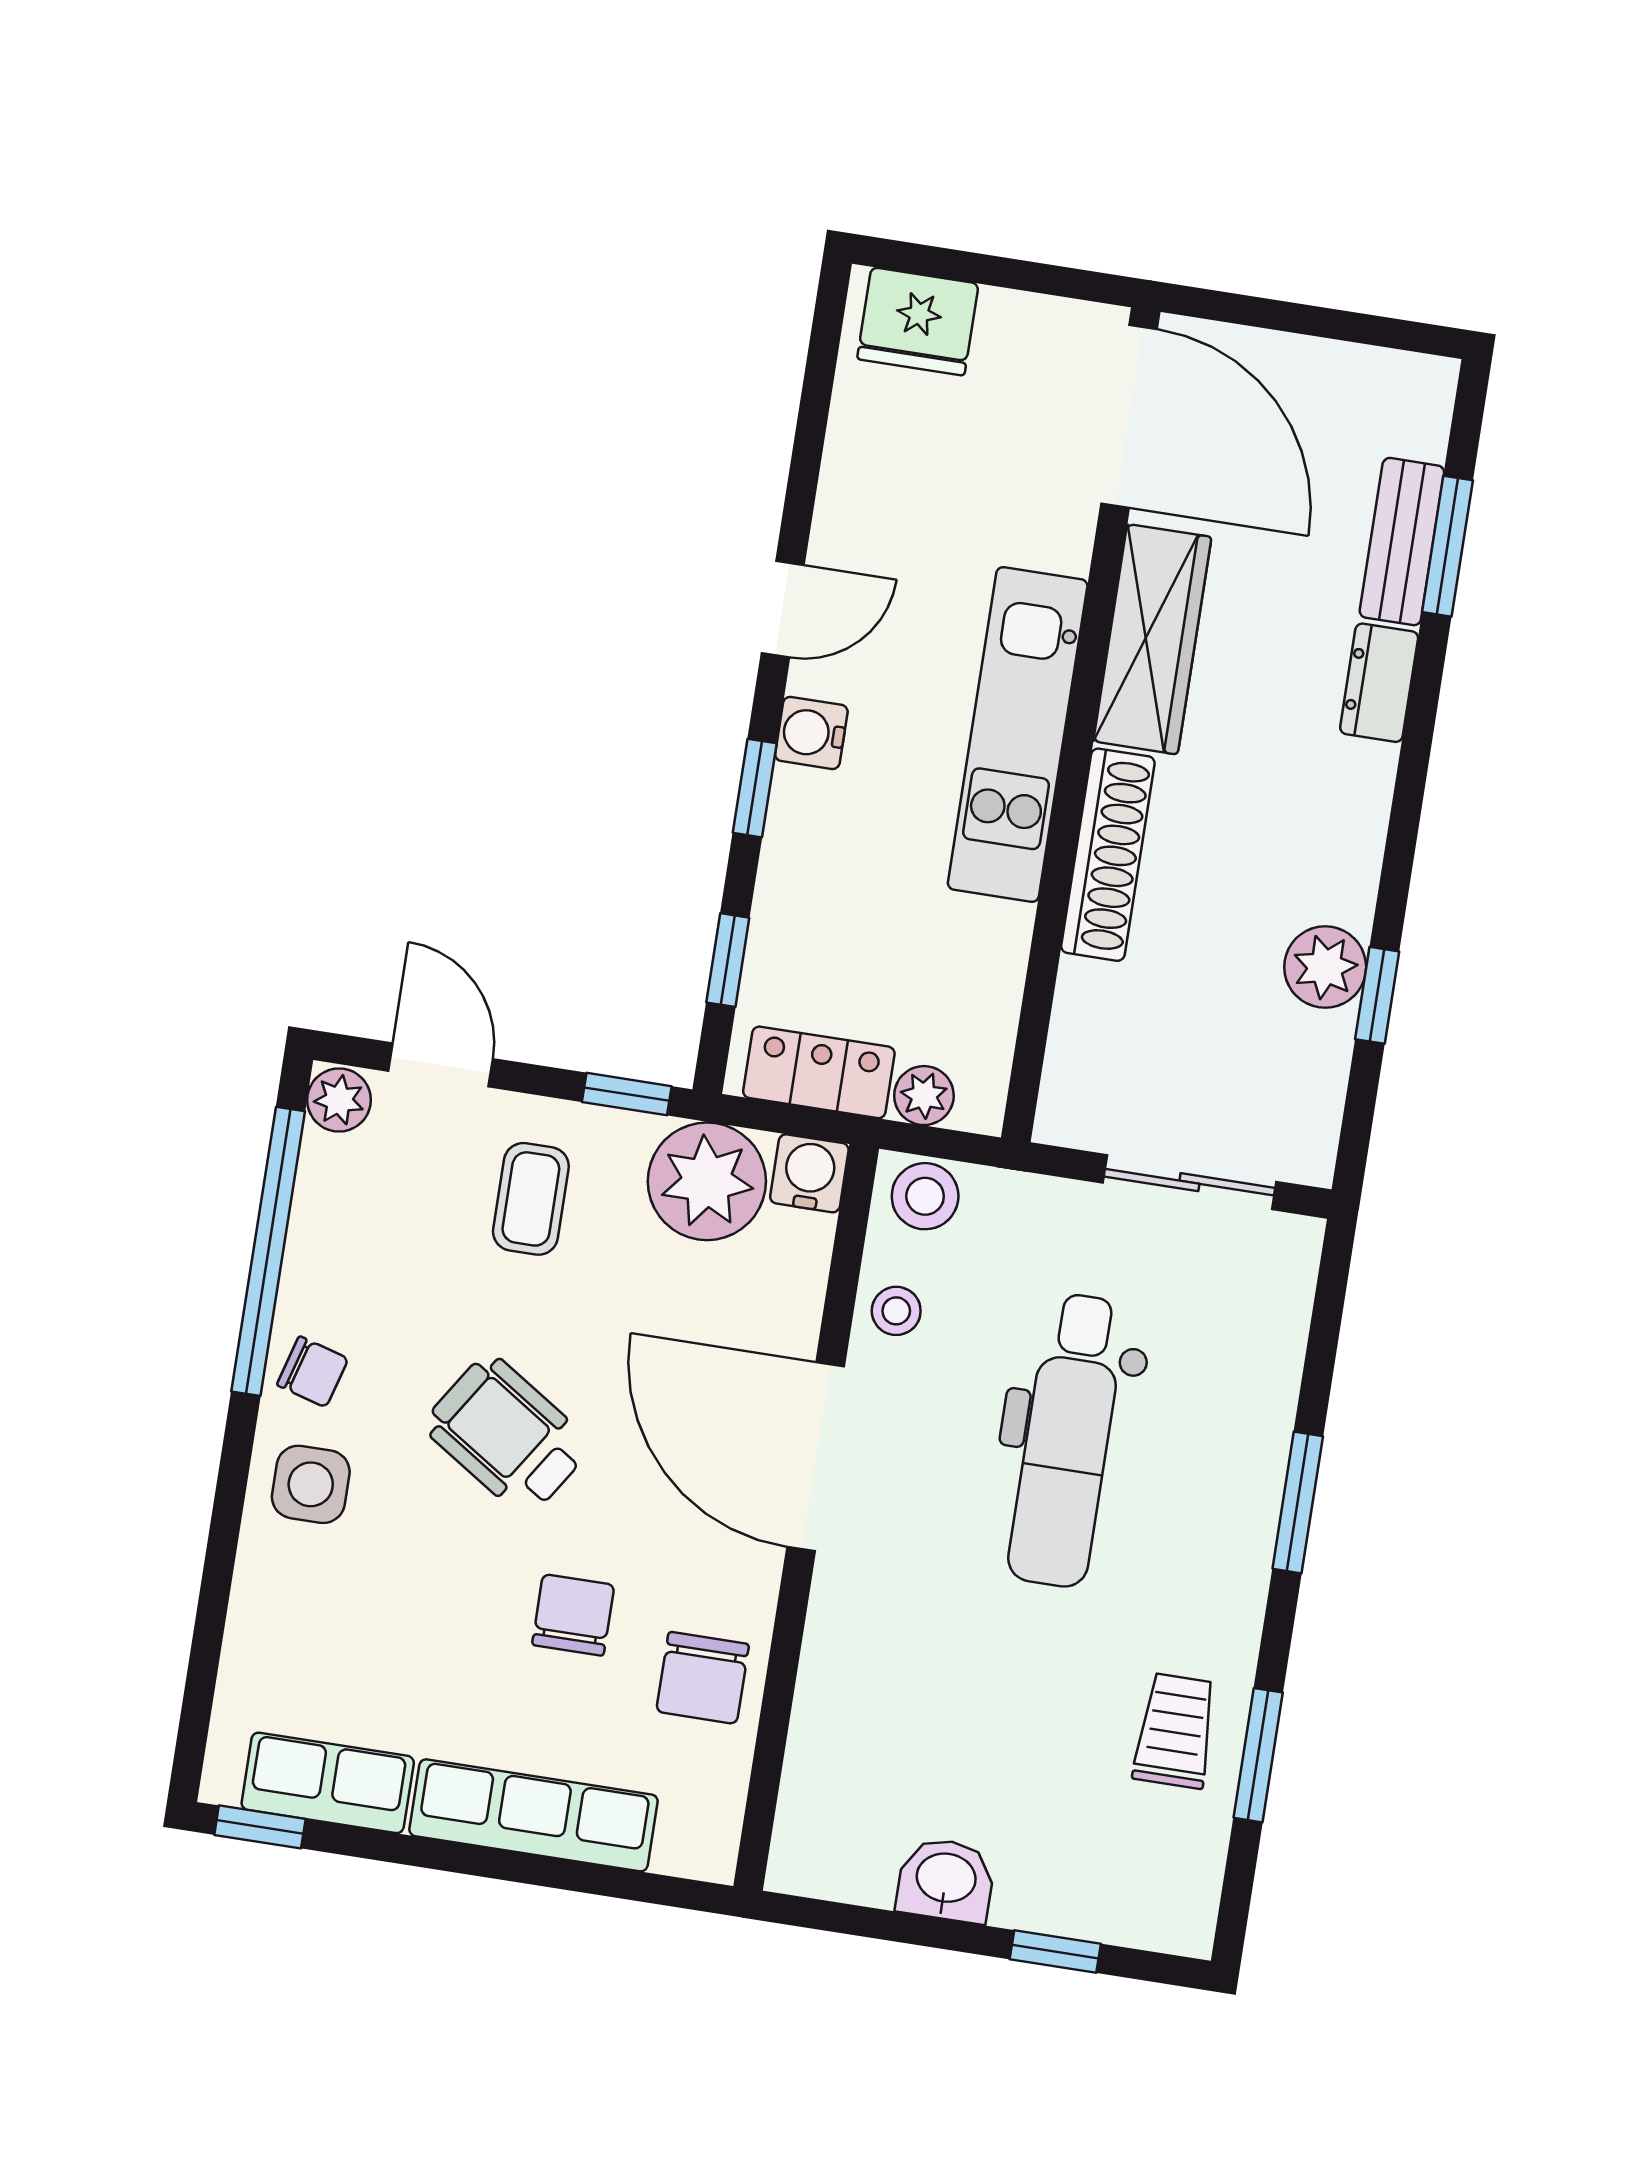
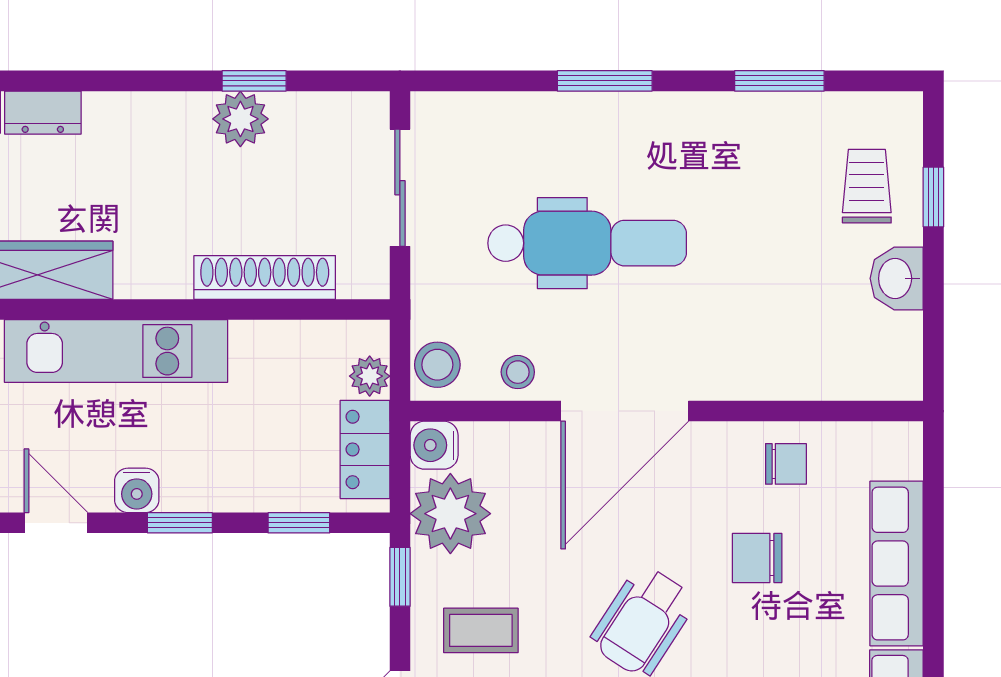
shoe rack: (1108, 855) -> (265, 277), moved
chair: (703, 1678) -> (786, 464), width x0.73, depth x0.73
trolley: (1175, 1731) -> (867, 186), moved, turned 90

